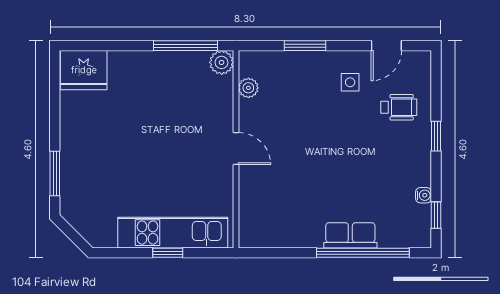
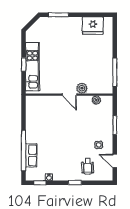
plant: (222, 62) -> (82, 88), moved
fridge: (84, 70) -> (93, 26), moved, turned -90
door: (236, 149) -> (69, 95), hinge flipped
row of seats: (350, 235) -> (31, 155), moved

